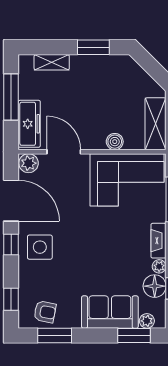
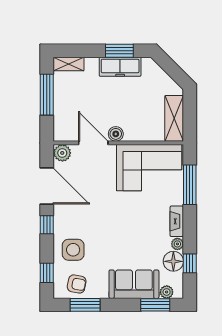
shelving: (52, 62) -> (69, 64), moved
freezer: (29, 124) -> (120, 67), moved, turned 90
boiler: (115, 142) -> (116, 134), moved
side table: (40, 247) -> (73, 250), moved

